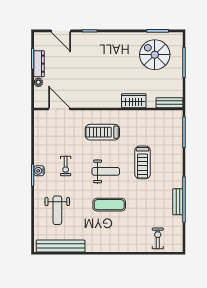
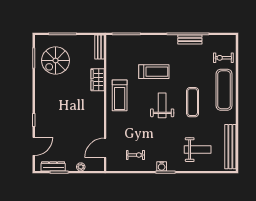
dresser: (39, 64) -> (53, 166), moved
treadmill: (102, 132) -> (120, 95), moved
exercise bike: (66, 166) -> (135, 155), moved
exercise mat: (123, 239) -> (224, 90), added

